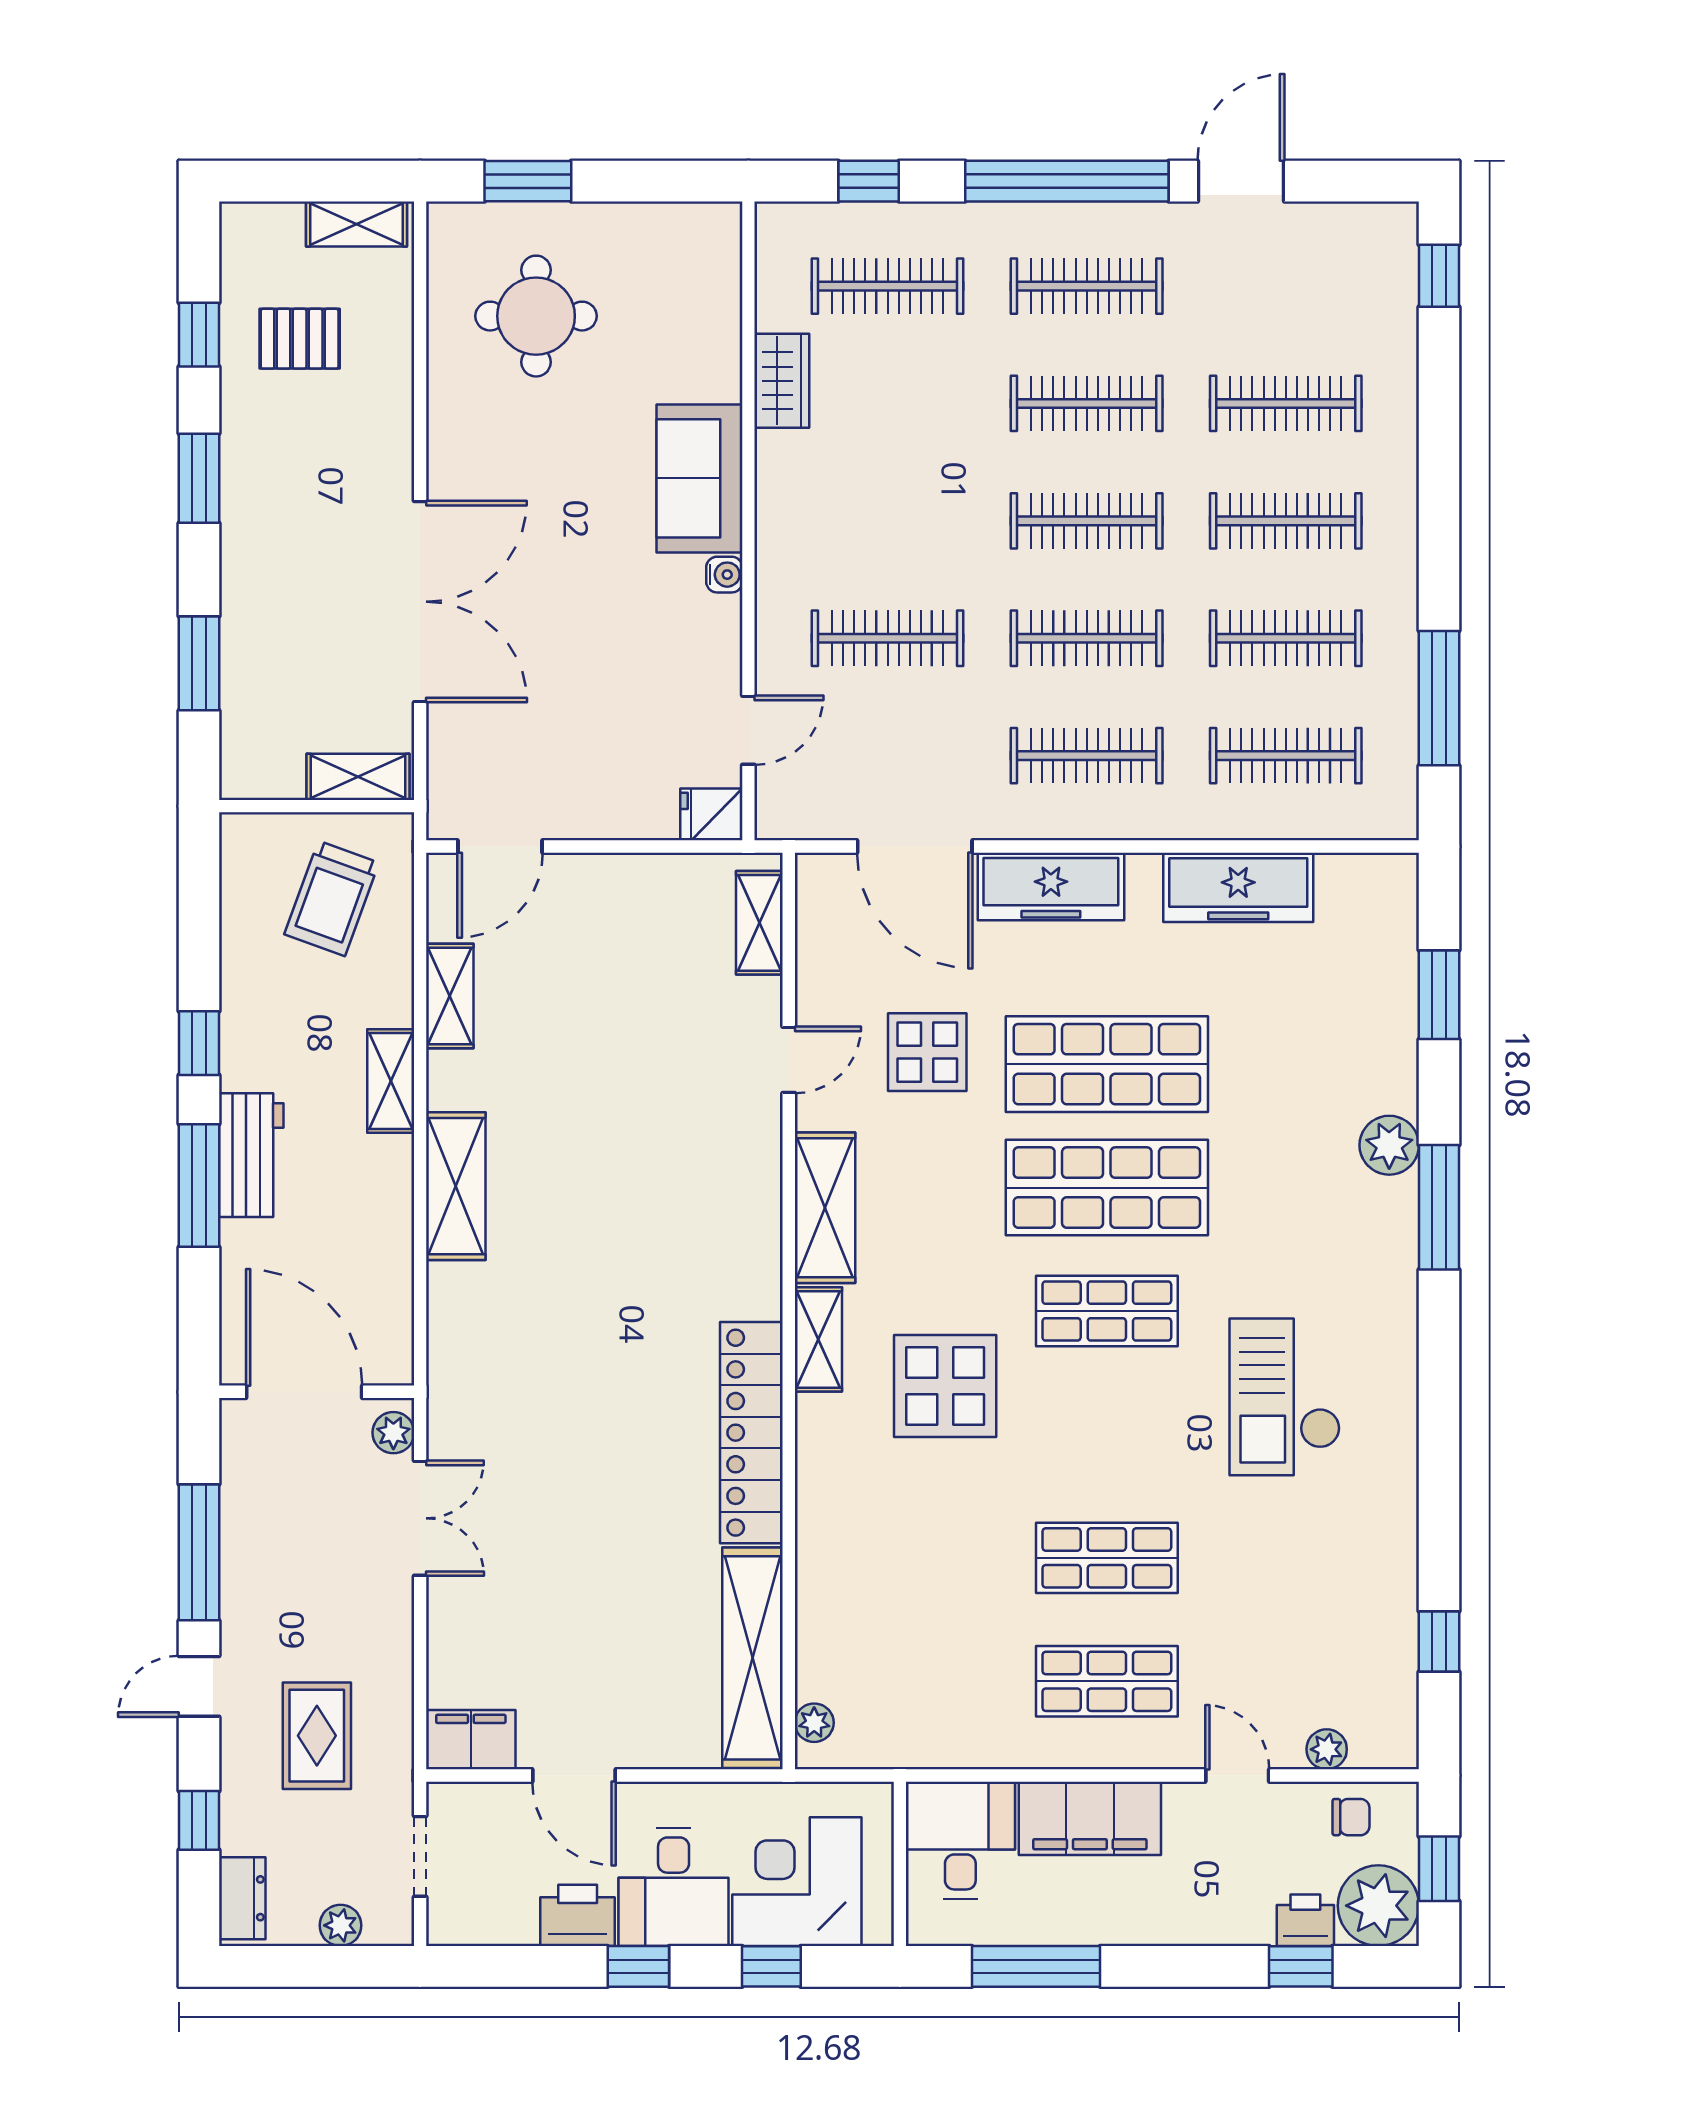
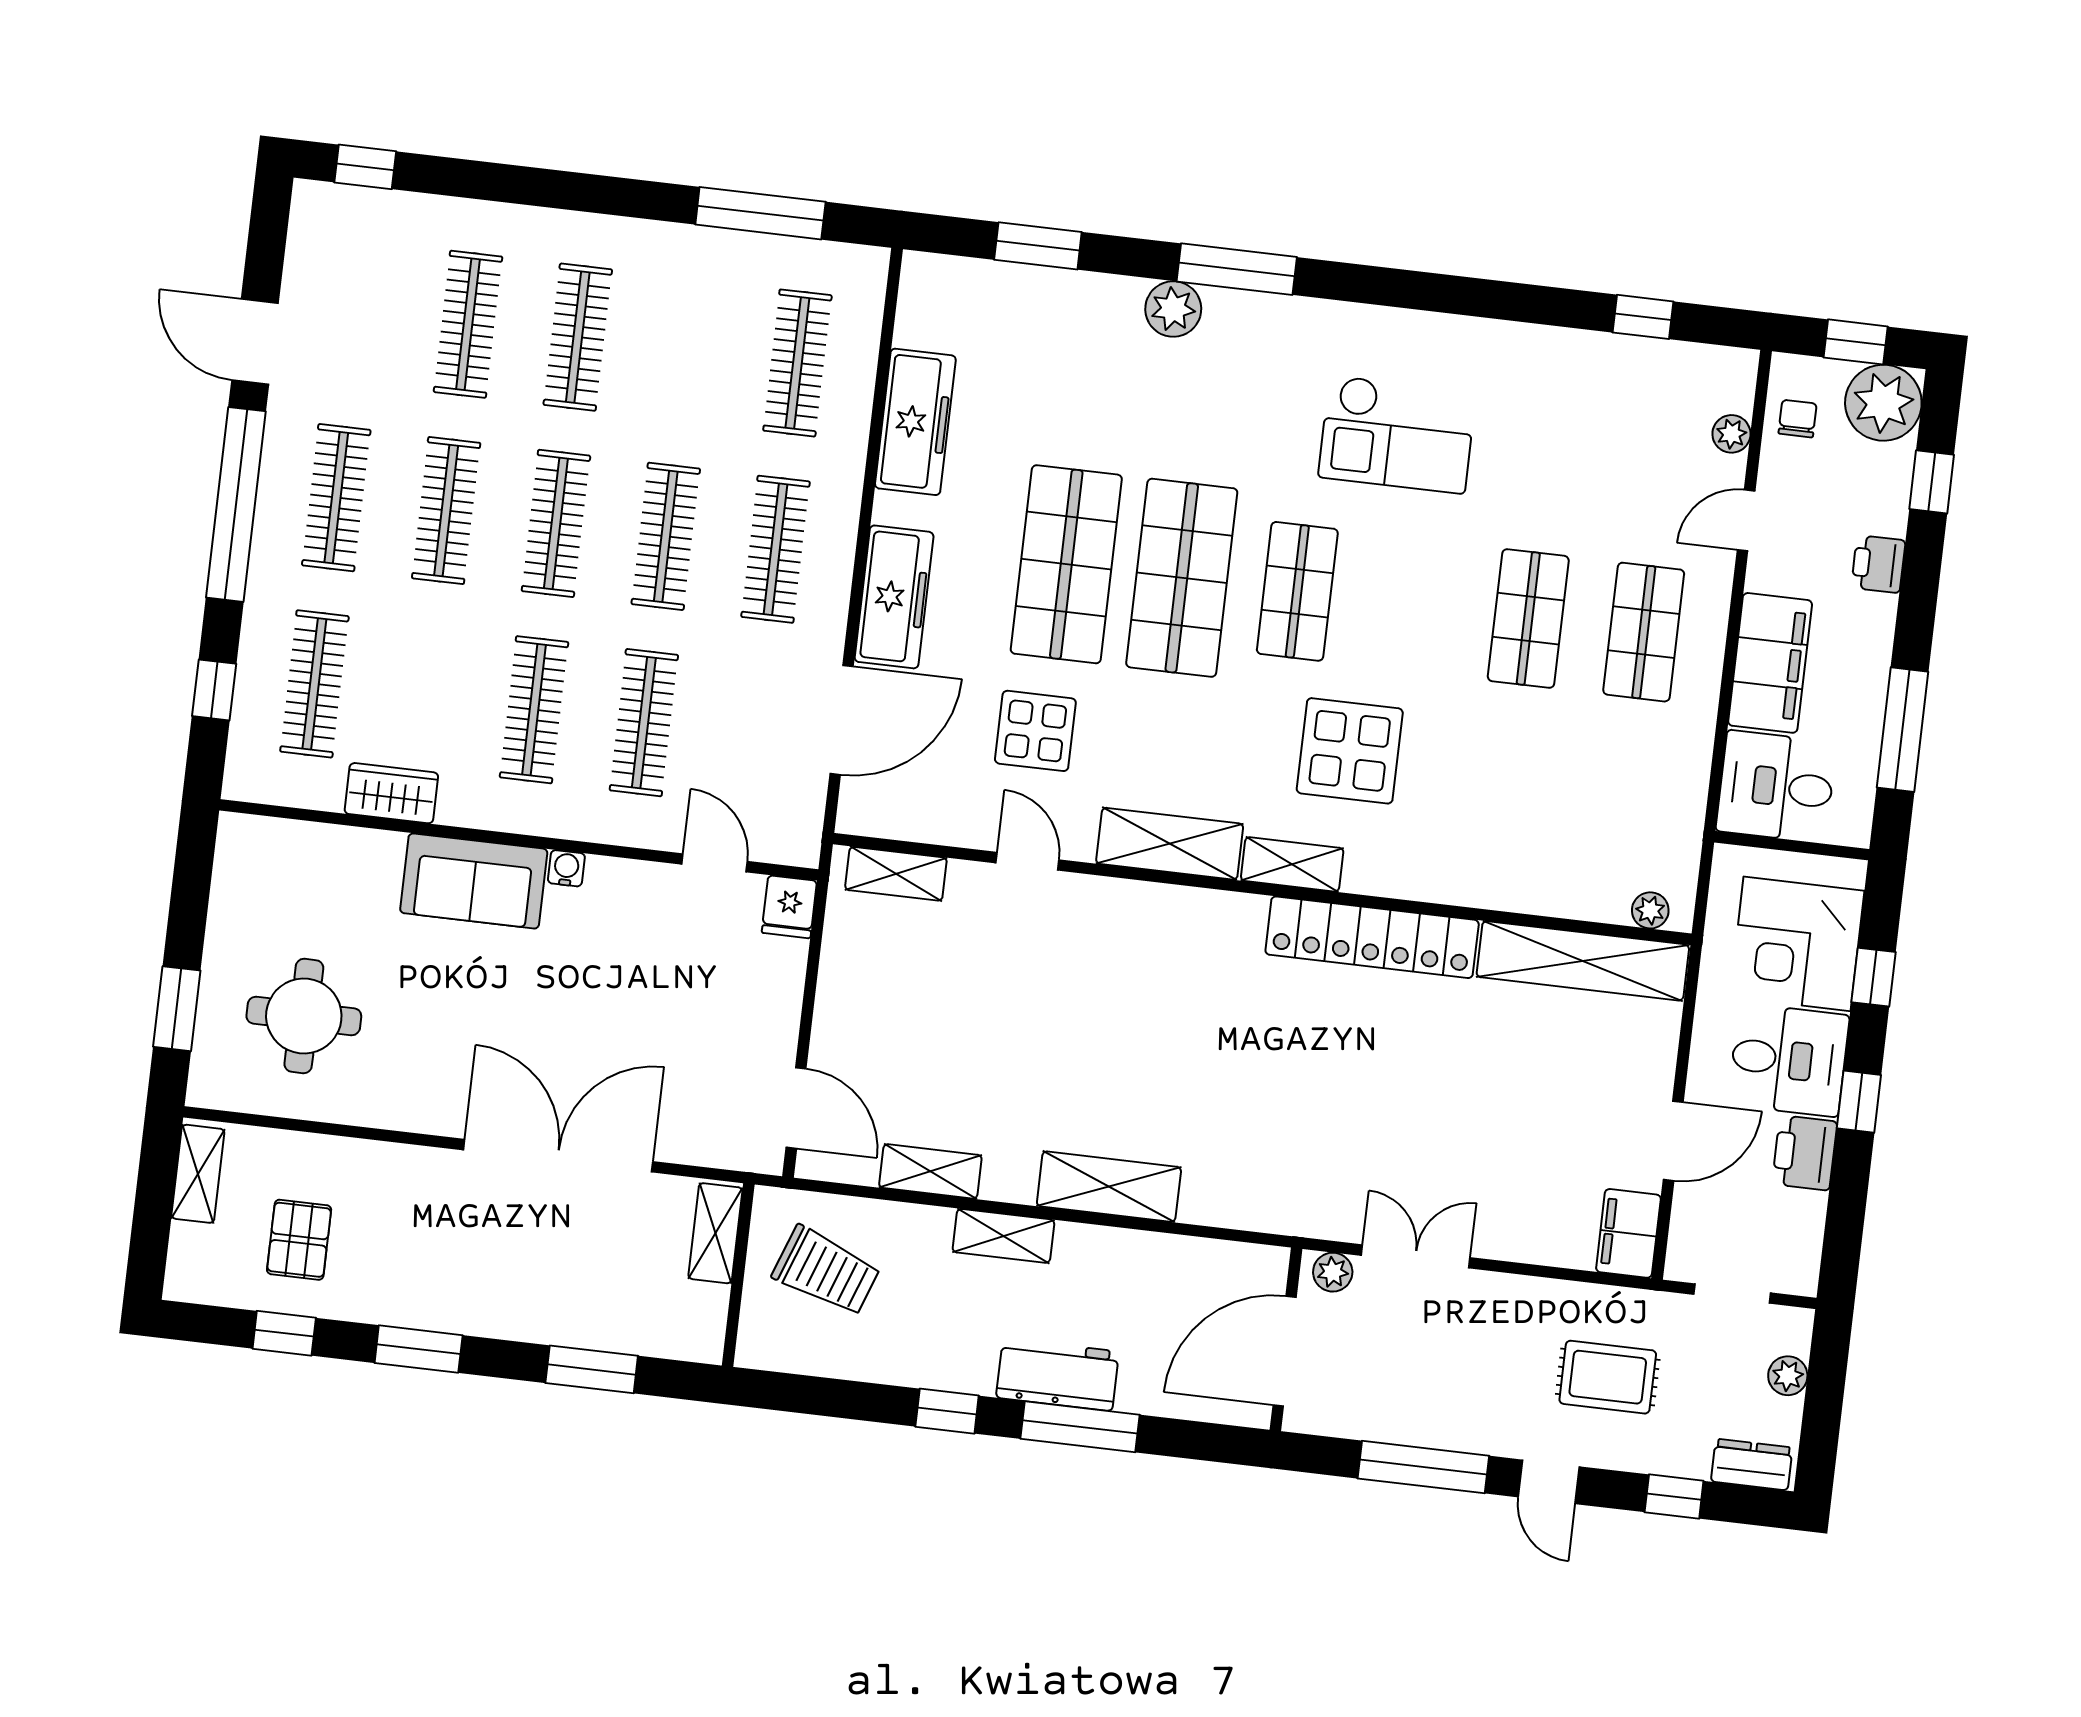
clothes rail: (1286, 638) -> (534, 710), moved
printer: (1305, 1920) -> (1878, 564), moved

